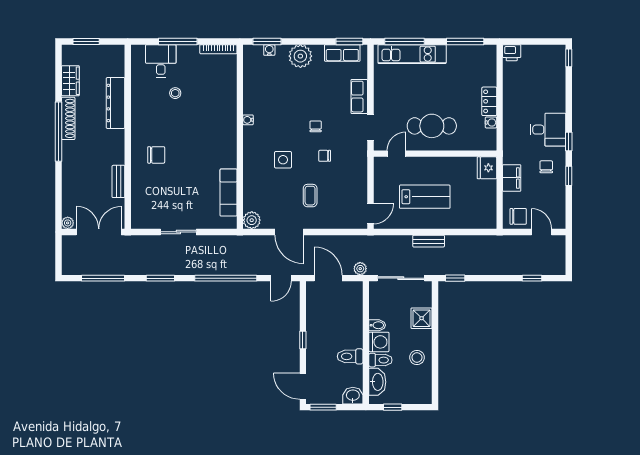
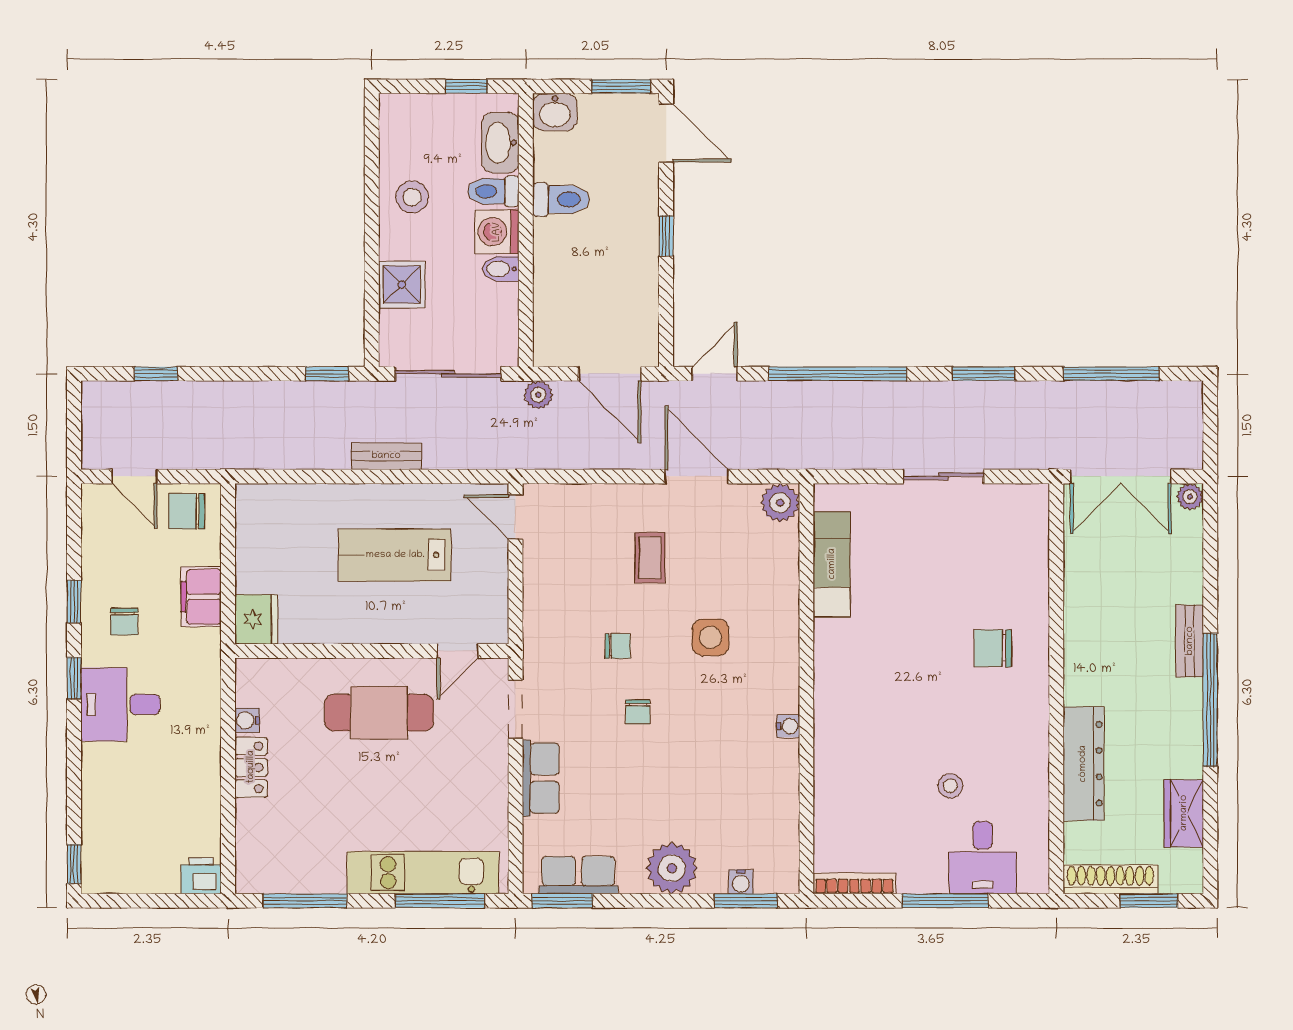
shoe rack: (68, 118) -> (1110, 879), moved, turned 90
bench: (118, 181) -> (1190, 641), moved
door: (371, 214) -> (516, 517), hinge flipped

